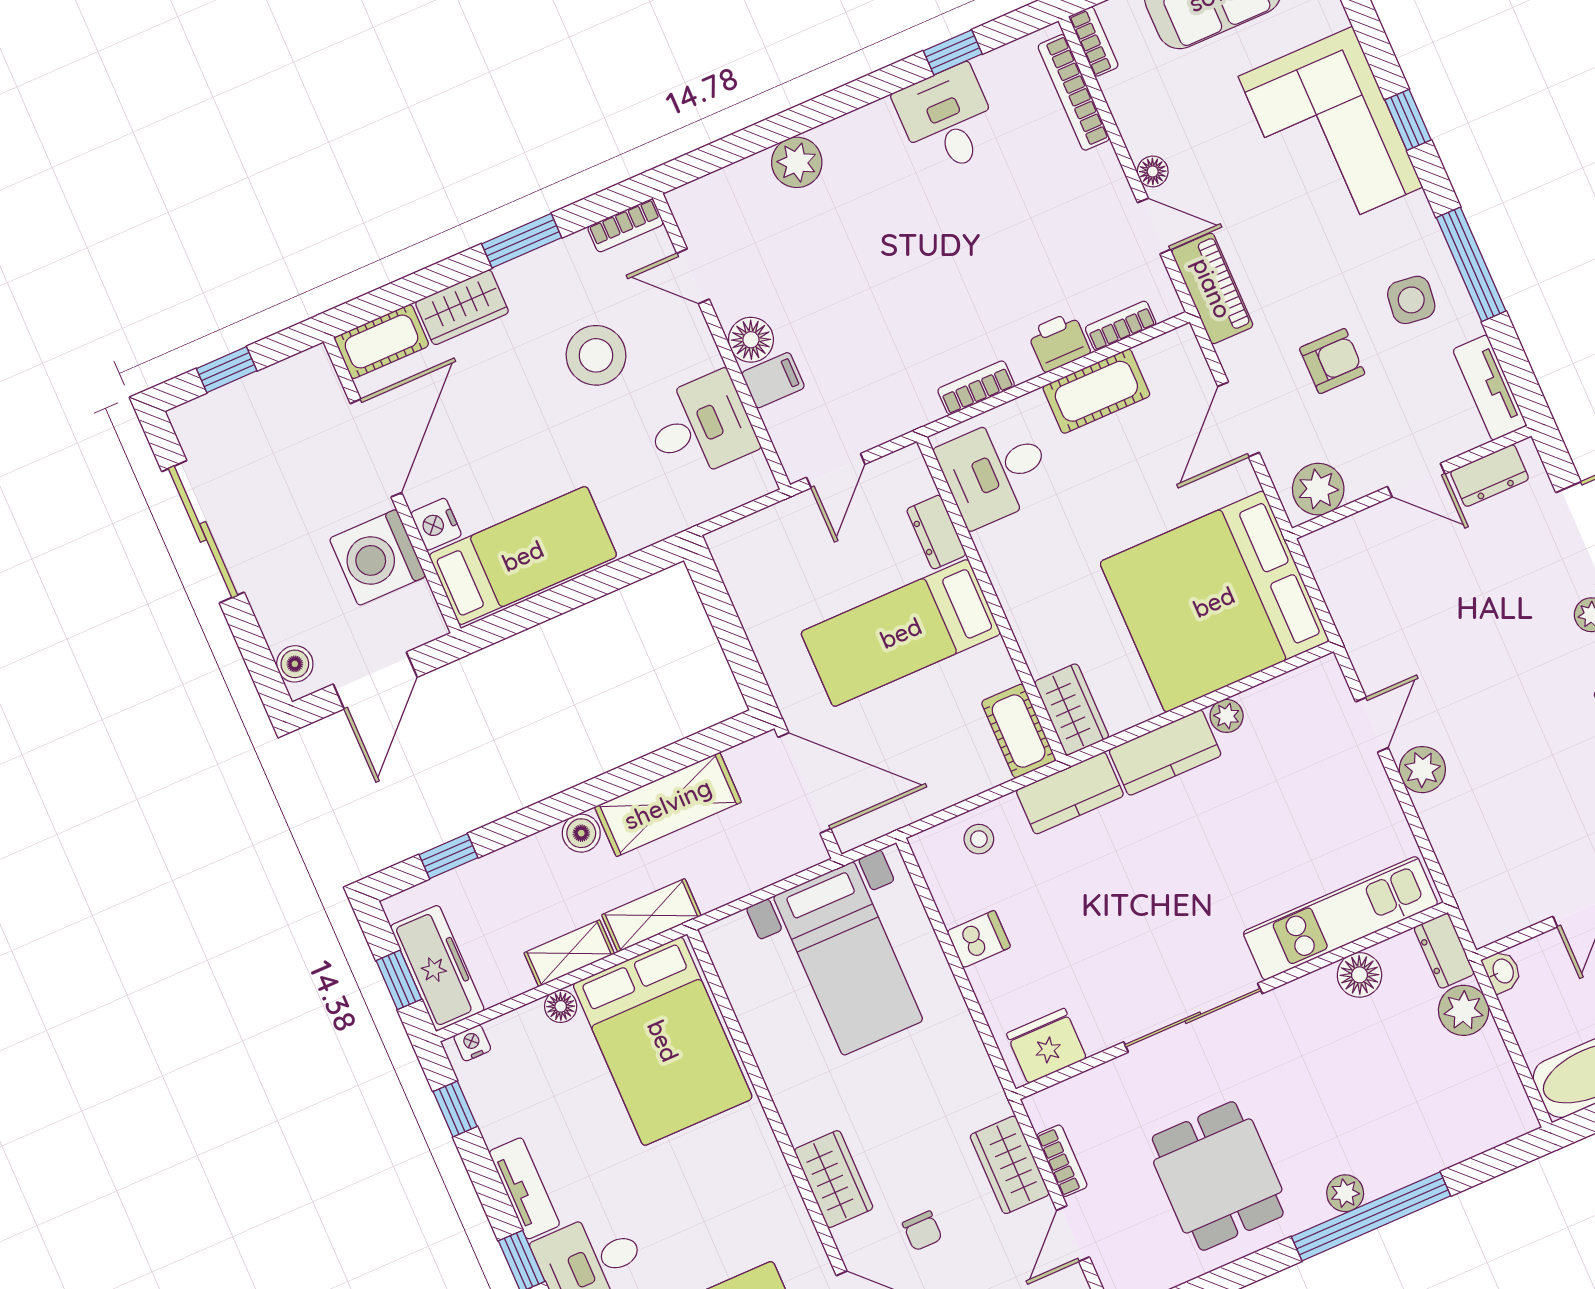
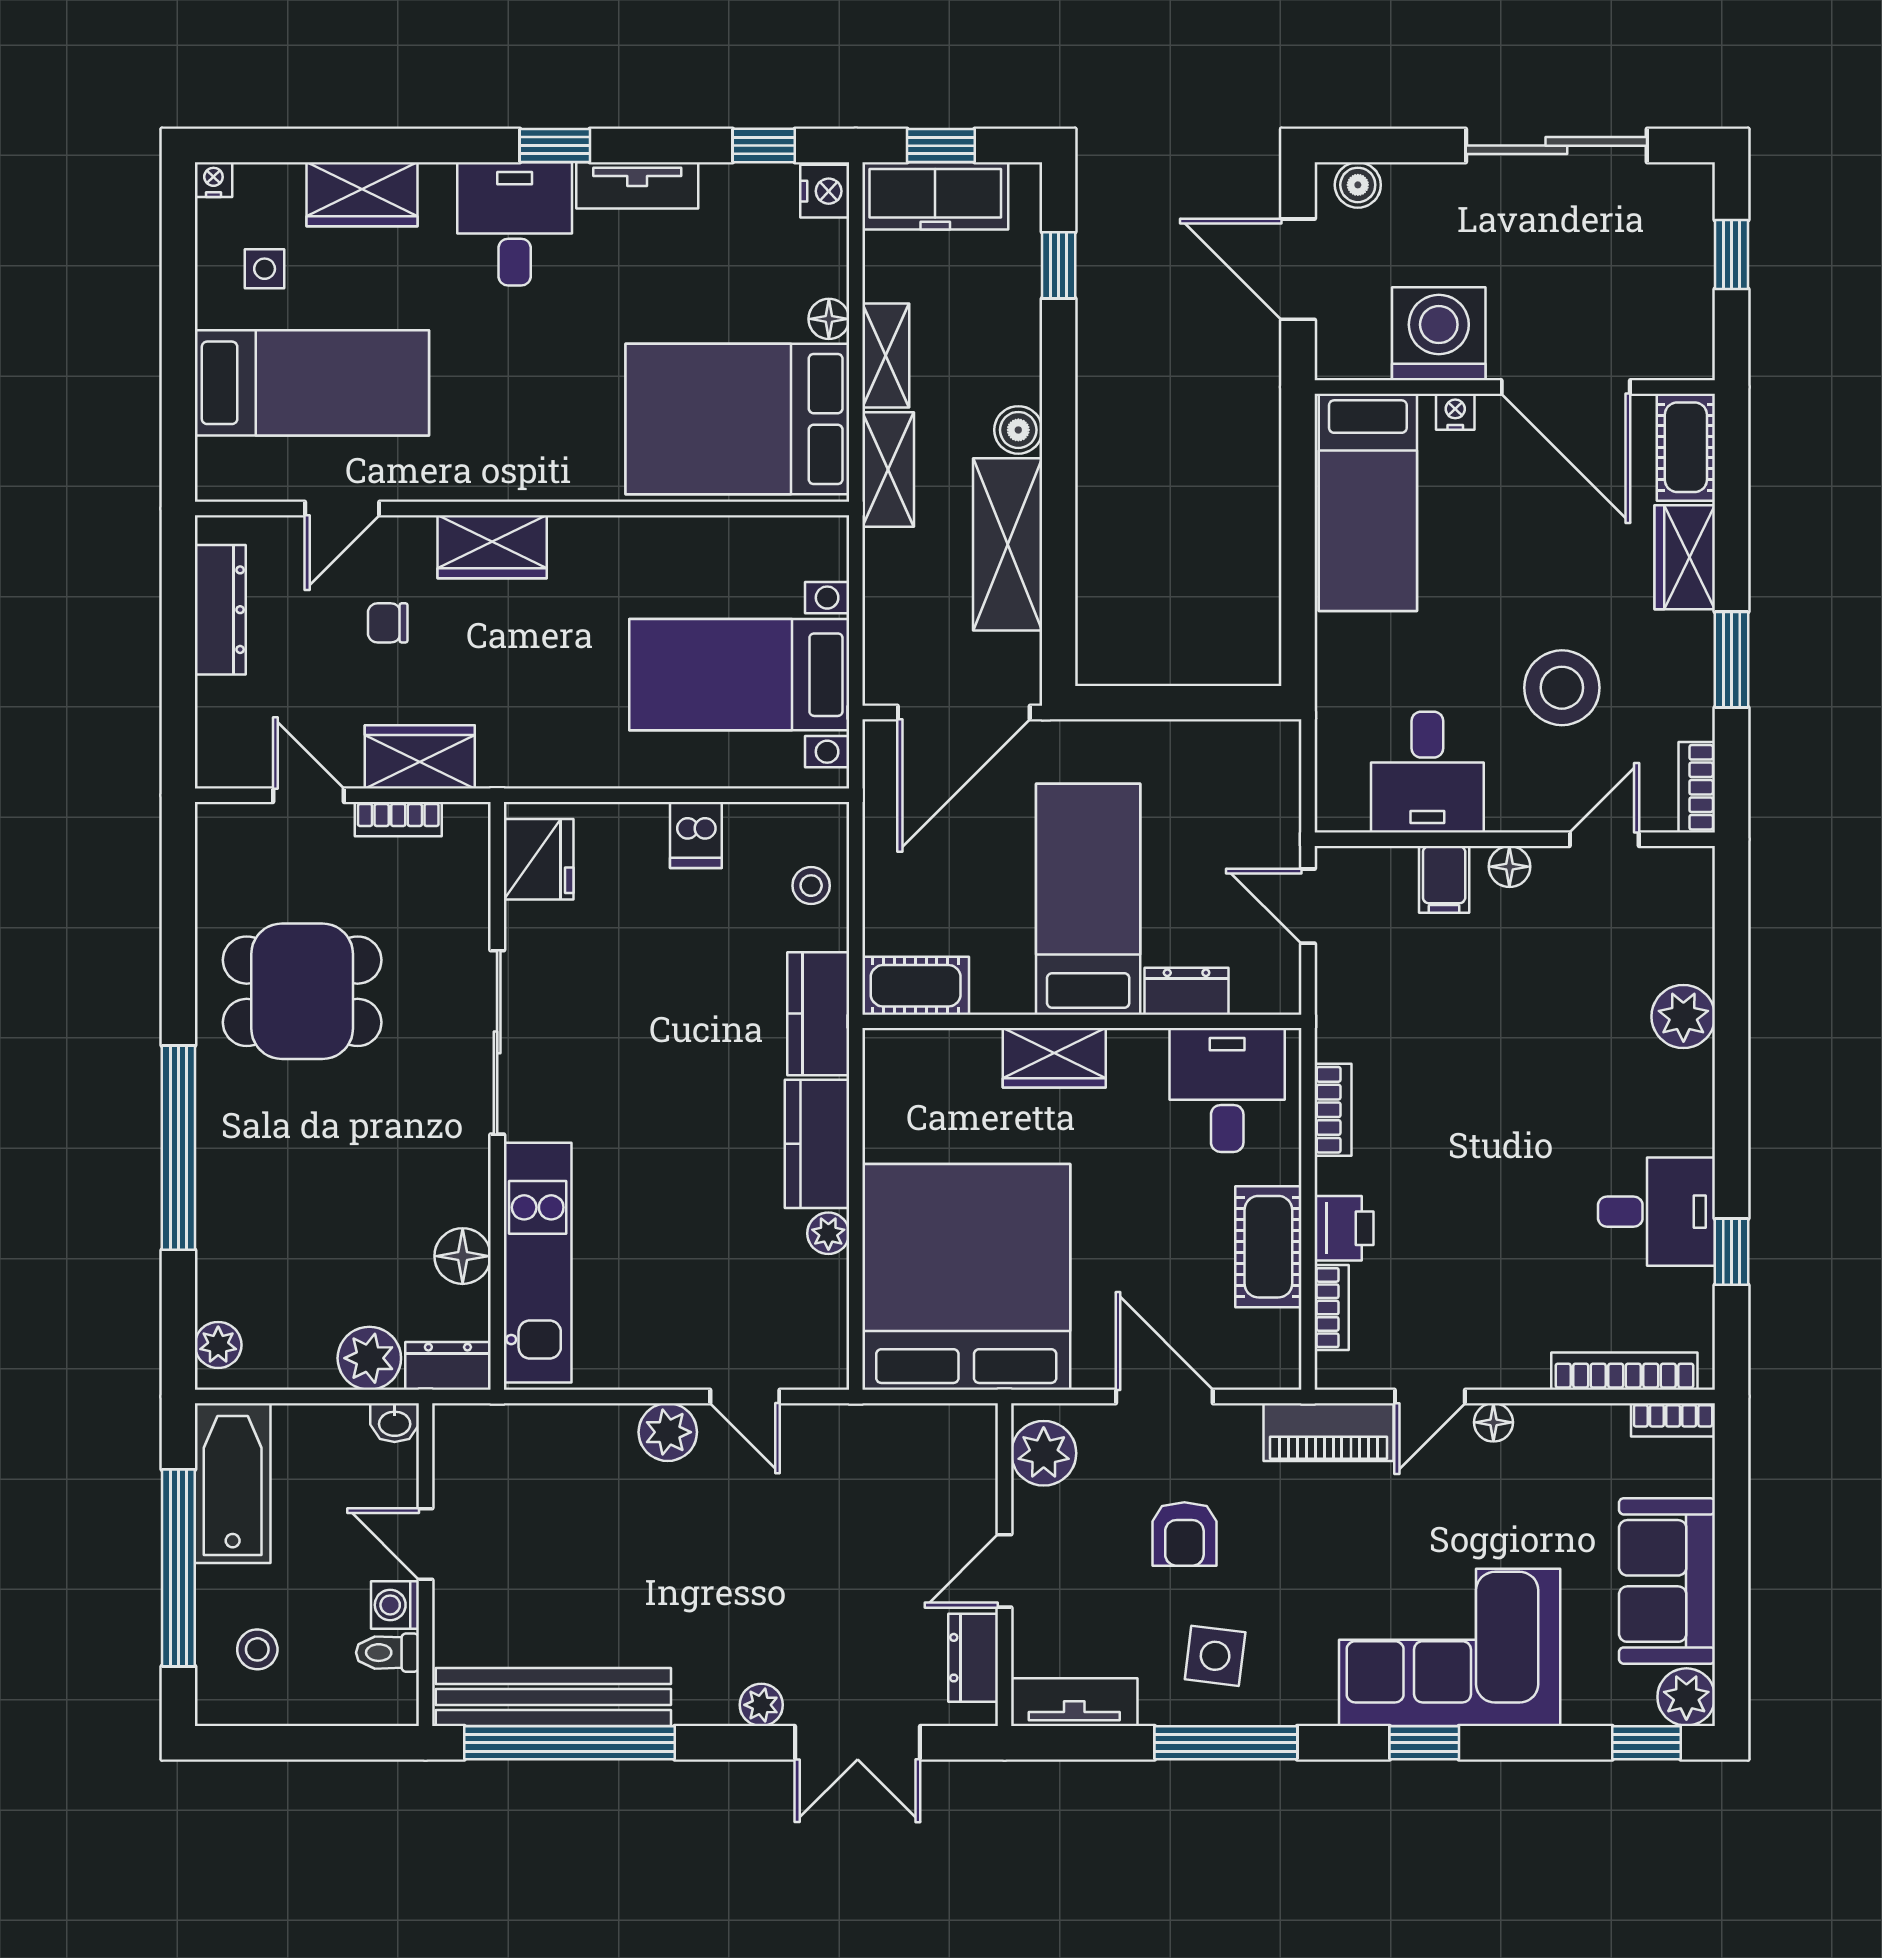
floor lamp: (751, 340) -> (1509, 867), width x0.73, depth x0.73
nightstand: (436, 524) -> (1455, 412), width x0.72, depth x0.74
wardrobe: (1072, 710) -> (1054, 1058), moved
nightstand: (472, 1043) -> (825, 191), width x1.39, depth x1.35
plant: (1345, 1193) -> (218, 1345), moved

